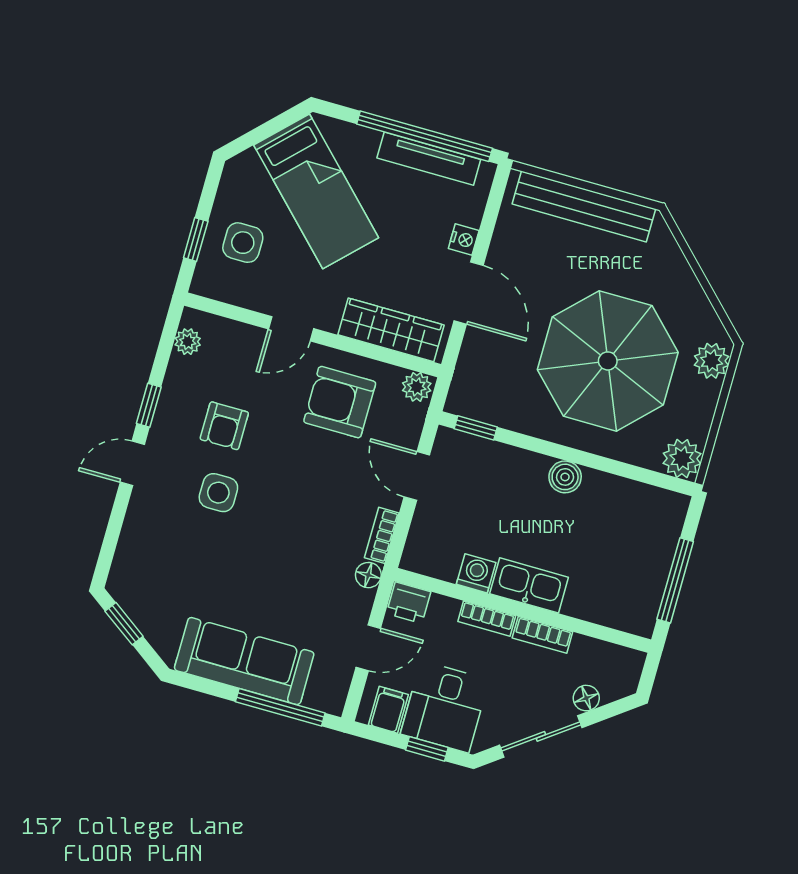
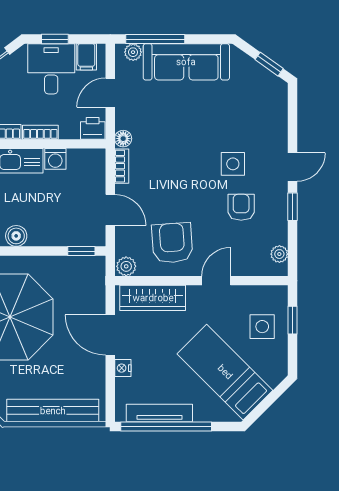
armchair: (340, 402) -> (172, 243), turned -94
plant: (318, 697) -> (133, 52), added

